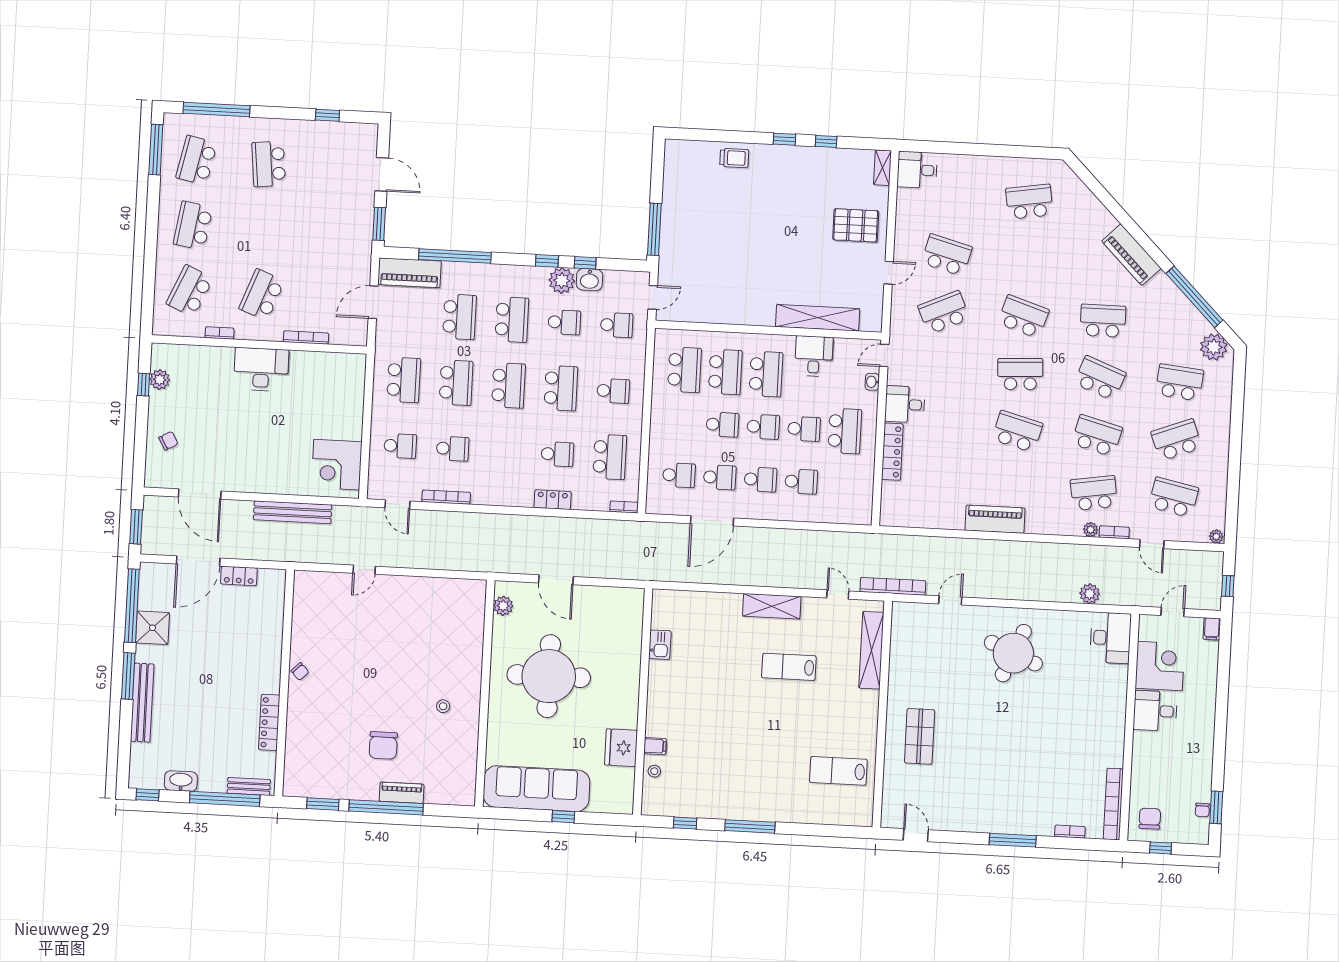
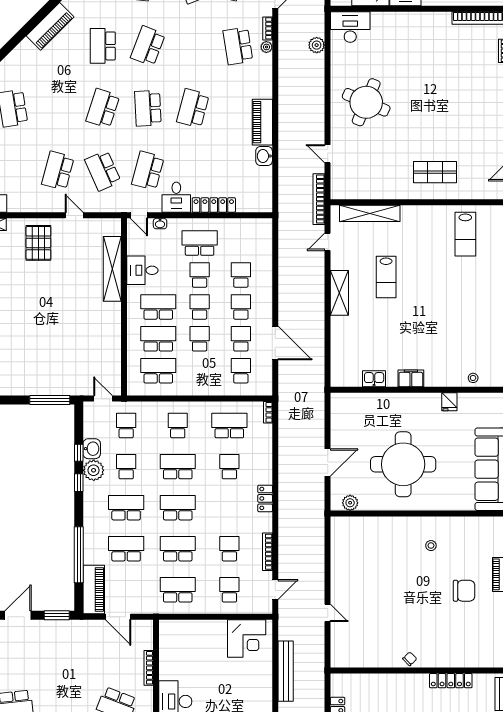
school desk: (1097, 436) -> (148, 171), moved
locker: (553, 500) -> (265, 498), moved
washbasin: (952, 519) -> (264, 156), added
filing cabinet: (655, 746) -> (411, 378), moved, width x2.00
fridge: (621, 748) -> (449, 402), width x0.53, depth x0.75

